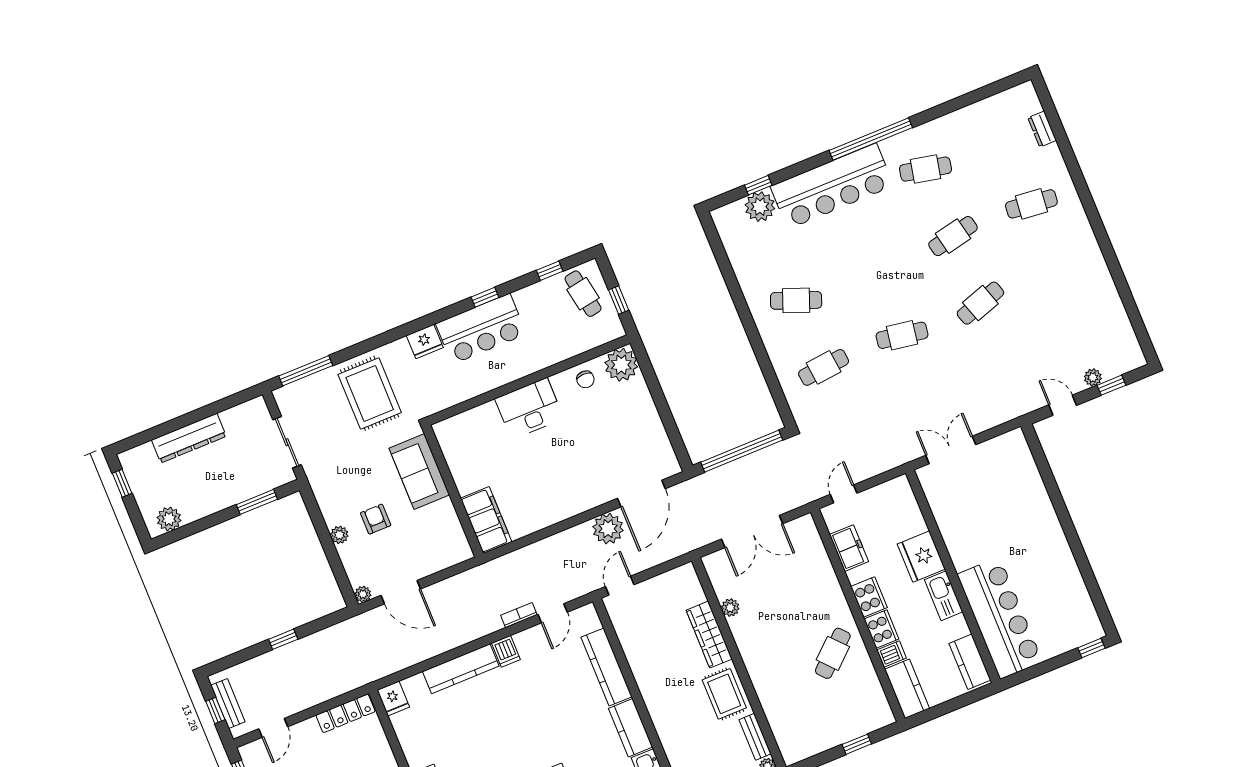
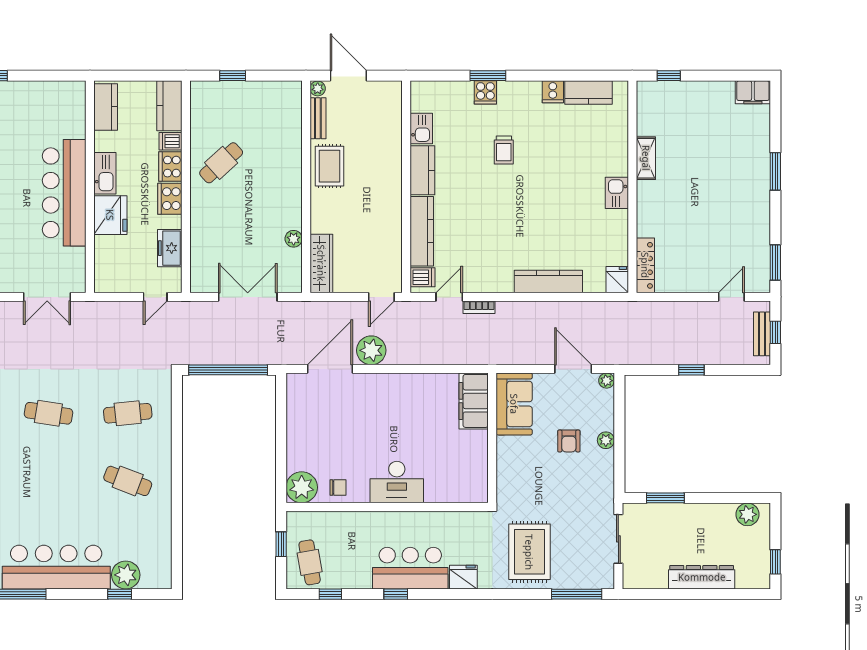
chair: (585, 379) -> (338, 487), turned 90
sofa: (419, 471) -> (514, 404), moved
bar counter: (1000, 618) -> (64, 193), moved
wardrobe: (709, 635) -> (321, 263), moved
dishwasher: (506, 651) -> (422, 277), moved, turned 90
locker: (346, 713) -> (645, 265), moved, turned 90

